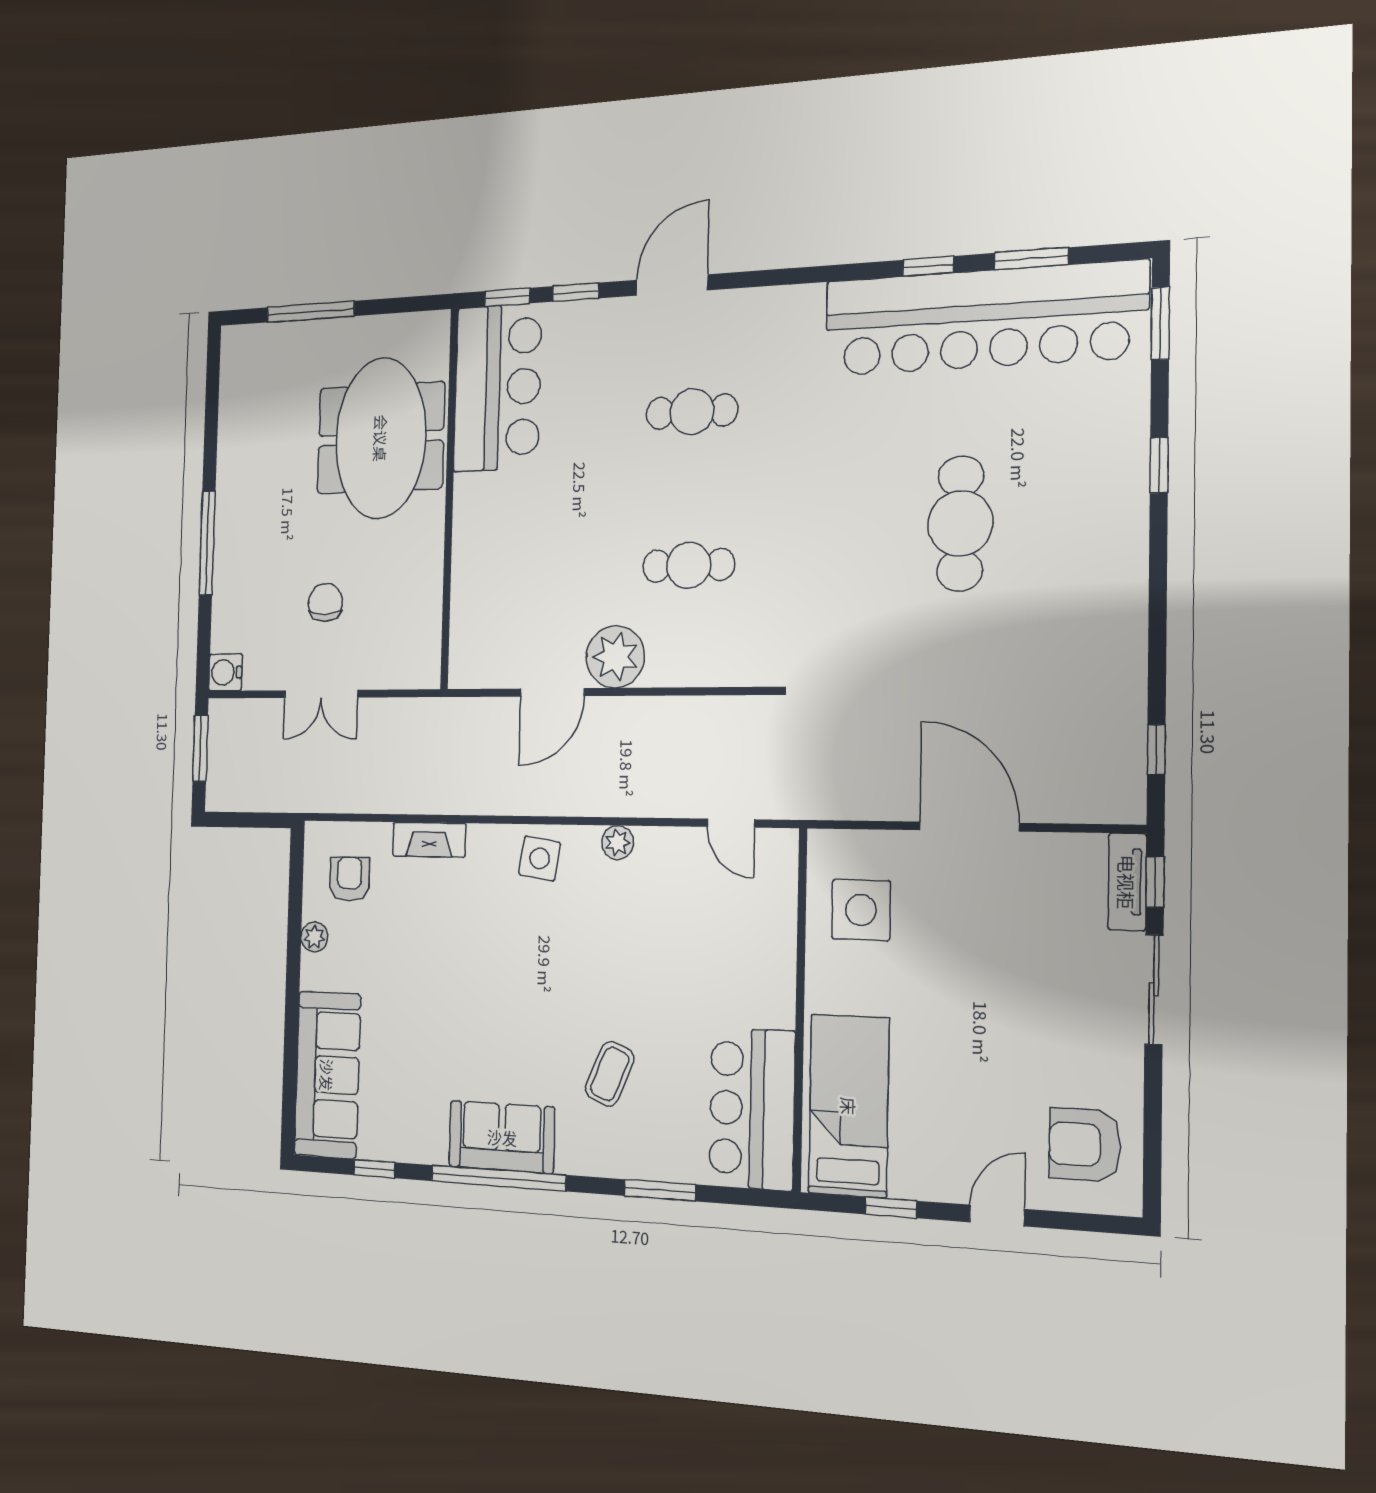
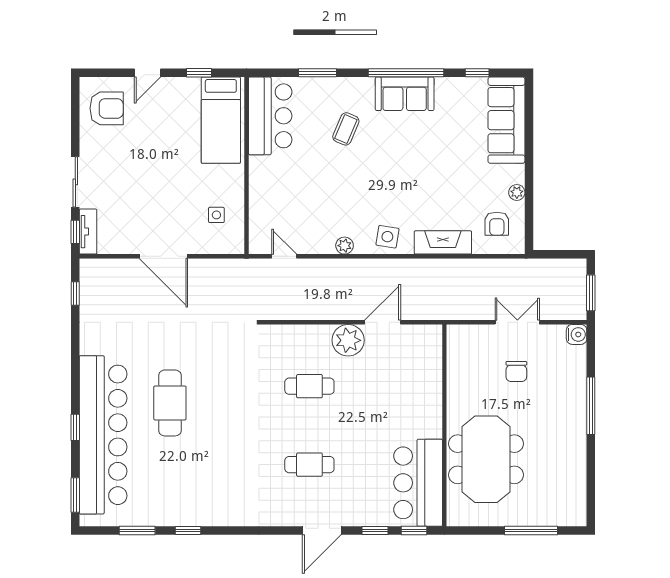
bar counter: (984, 319) -> (103, 435), moved, turned 90
fireplace: (429, 840) -> (443, 242), width x1.37, depth x1.32
side table: (861, 910) -> (216, 215), width x0.54, depth x0.54

